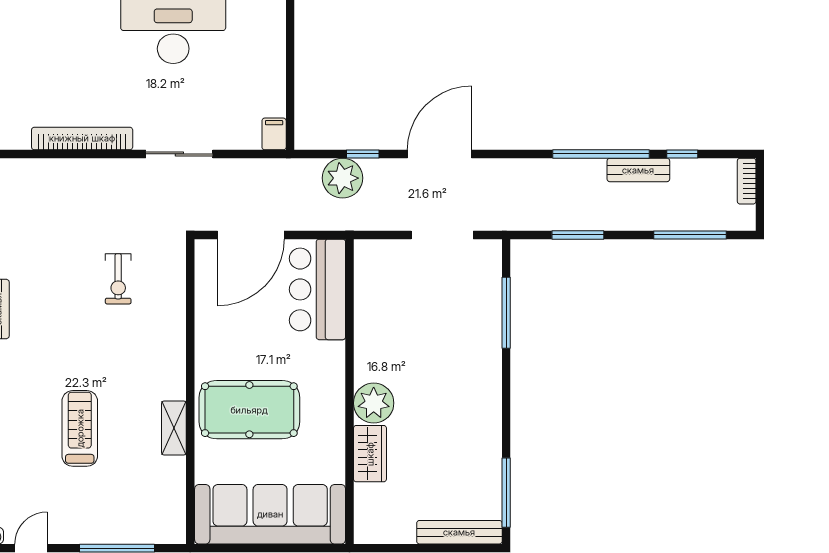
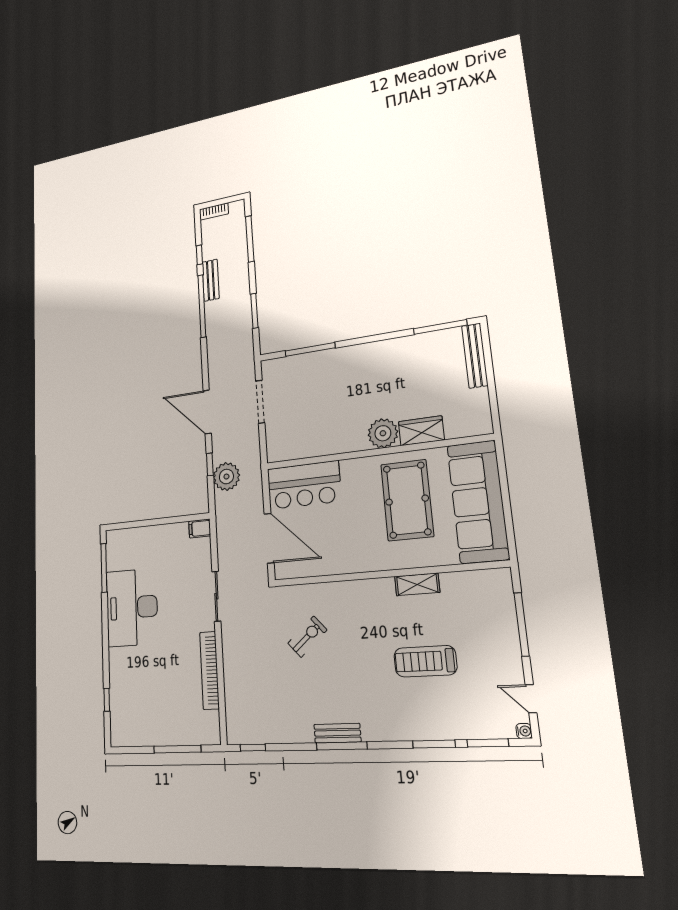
exercise bike: (118, 279) -> (307, 637), turned -41
pool table: (249, 410) -> (407, 500), moved

